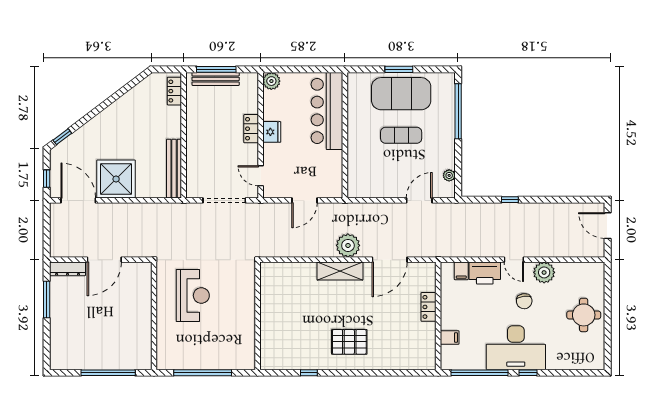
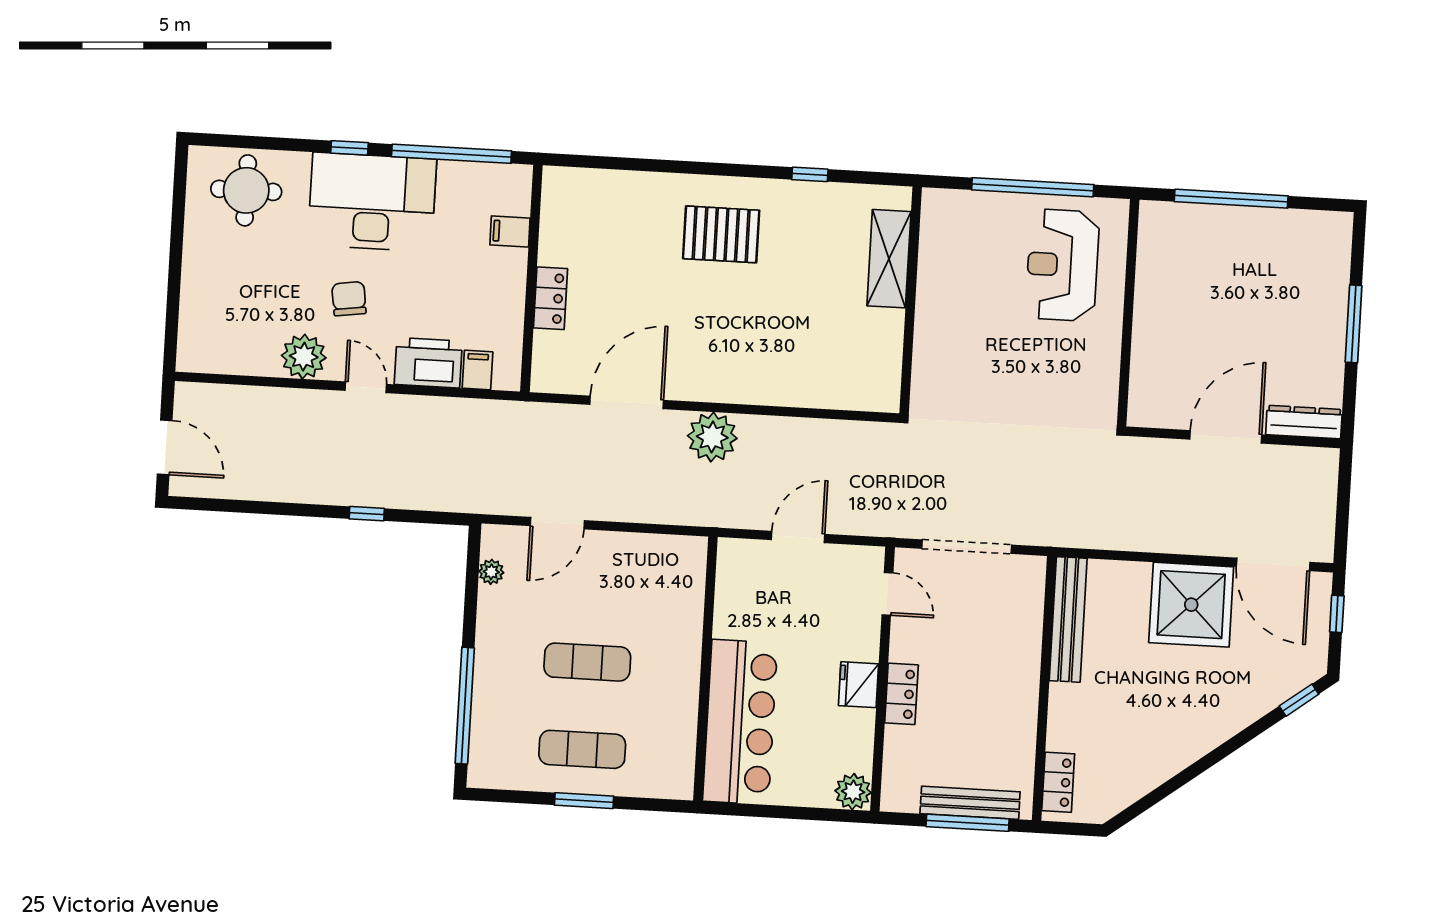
exercise mat: (401, 94) -> (582, 749), width x0.50, depth x0.69
shelving: (340, 271) -> (889, 259), moved, turned 90
reception desk: (193, 296) -> (1062, 265), moved
window: (47, 299) -> (1354, 324), moved
round table: (584, 315) -> (246, 190), moved

